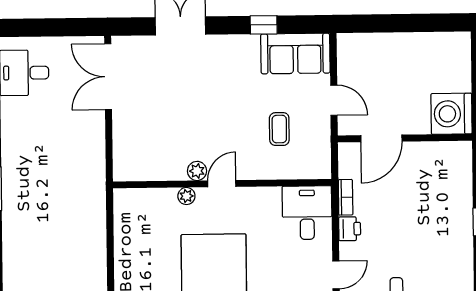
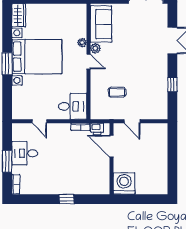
sofa: (295, 53) -> (101, 24), moved, turned 180
door: (334, 100) -> (132, 121), hinge flipped
printer: (350, 229) -> (97, 129), moved

